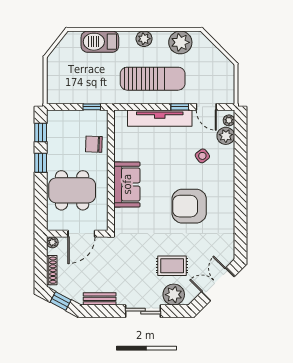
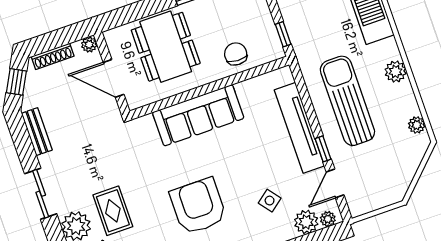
plant: (180, 42) -> (417, 125), width x0.53, depth x0.53
sun lounger: (153, 79) -> (347, 101), turned 180
sofa: (127, 184) -> (198, 115), width x1.36

